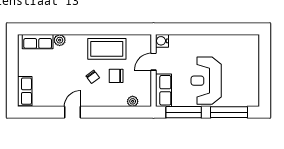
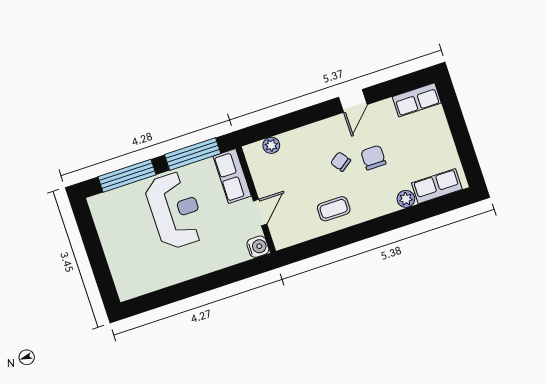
coffee table: (107, 49) -> (334, 209), width x0.54, depth x0.58
chair: (116, 76) -> (373, 158), moved, turned -90
row of seats: (25, 91) -> (417, 100), moved, turned -90

